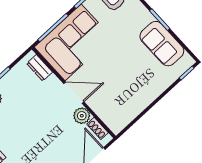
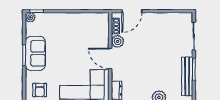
sofa: (162, 44) -> (35, 53), moved
plant: (187, 61) -> (30, 17), added

